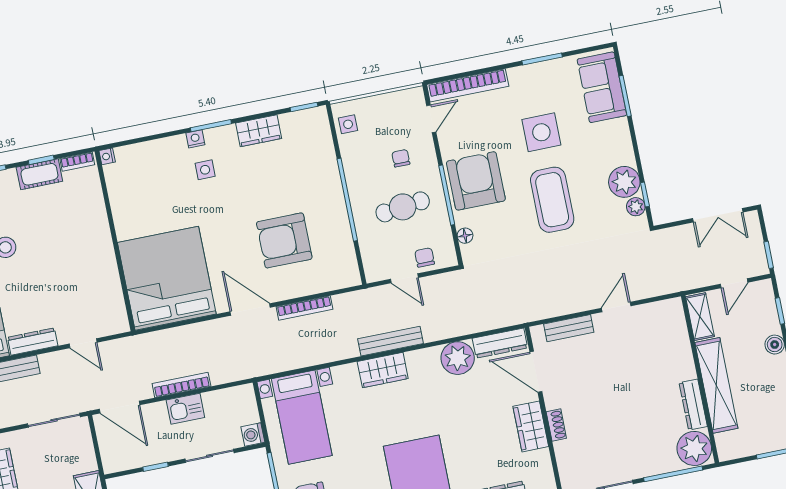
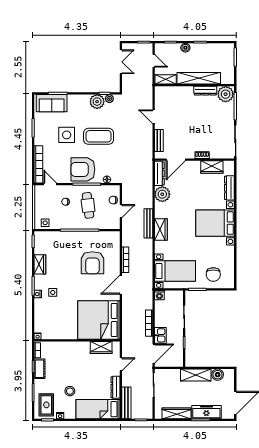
wardrobe: (110, 295) -> (101, 348), added
kitchen sink: (185, 409) -> (160, 335), moved
wardrobe: (531, 426) -> (212, 167), moved
washing machine: (253, 435) -> (159, 295), moved

